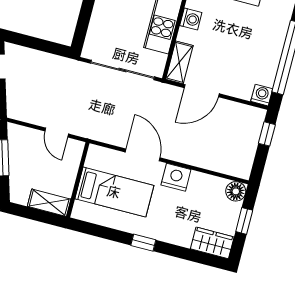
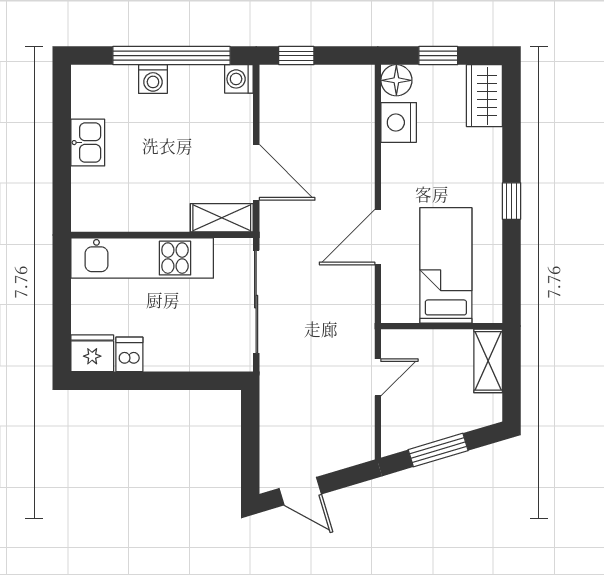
washing machine: (191, 19) -> (153, 79), moved, turned 180
nightstand: (176, 177) -> (399, 122), moved

